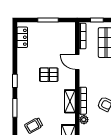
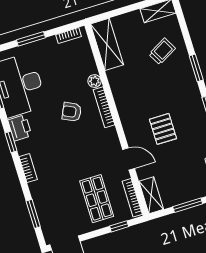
pallet: (49, 75) -> (163, 129), turned 90
shelving: (70, 101) -> (151, 195), moved

